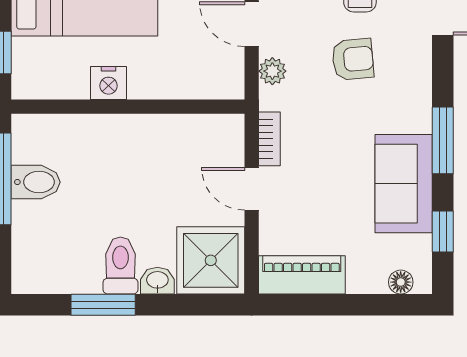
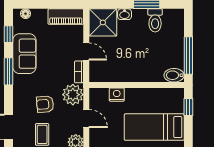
plant: (272, 71) -> (73, 95), width x1.87, depth x1.87
nightstand: (108, 83) -> (117, 95), moved
bidet: (36, 182) -> (174, 75), moved
toilet: (120, 265) -> (155, 20), moved

